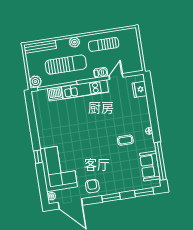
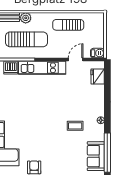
plant: (74, 42) -> (26, 18), moved
barbecue: (101, 73) -> (97, 53), moved

